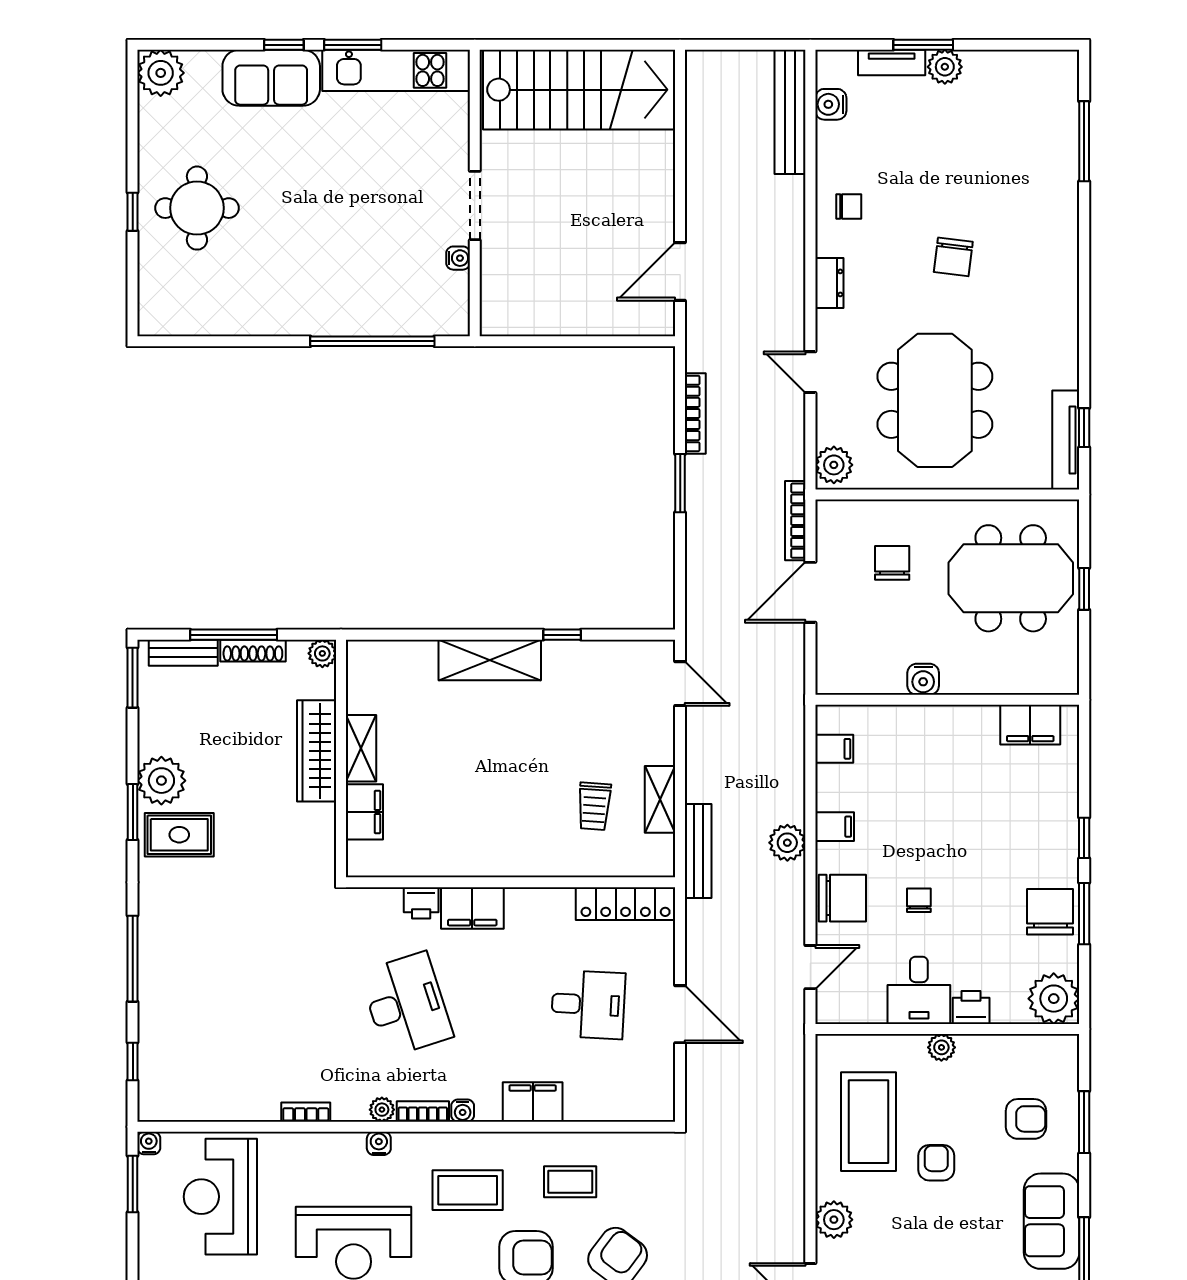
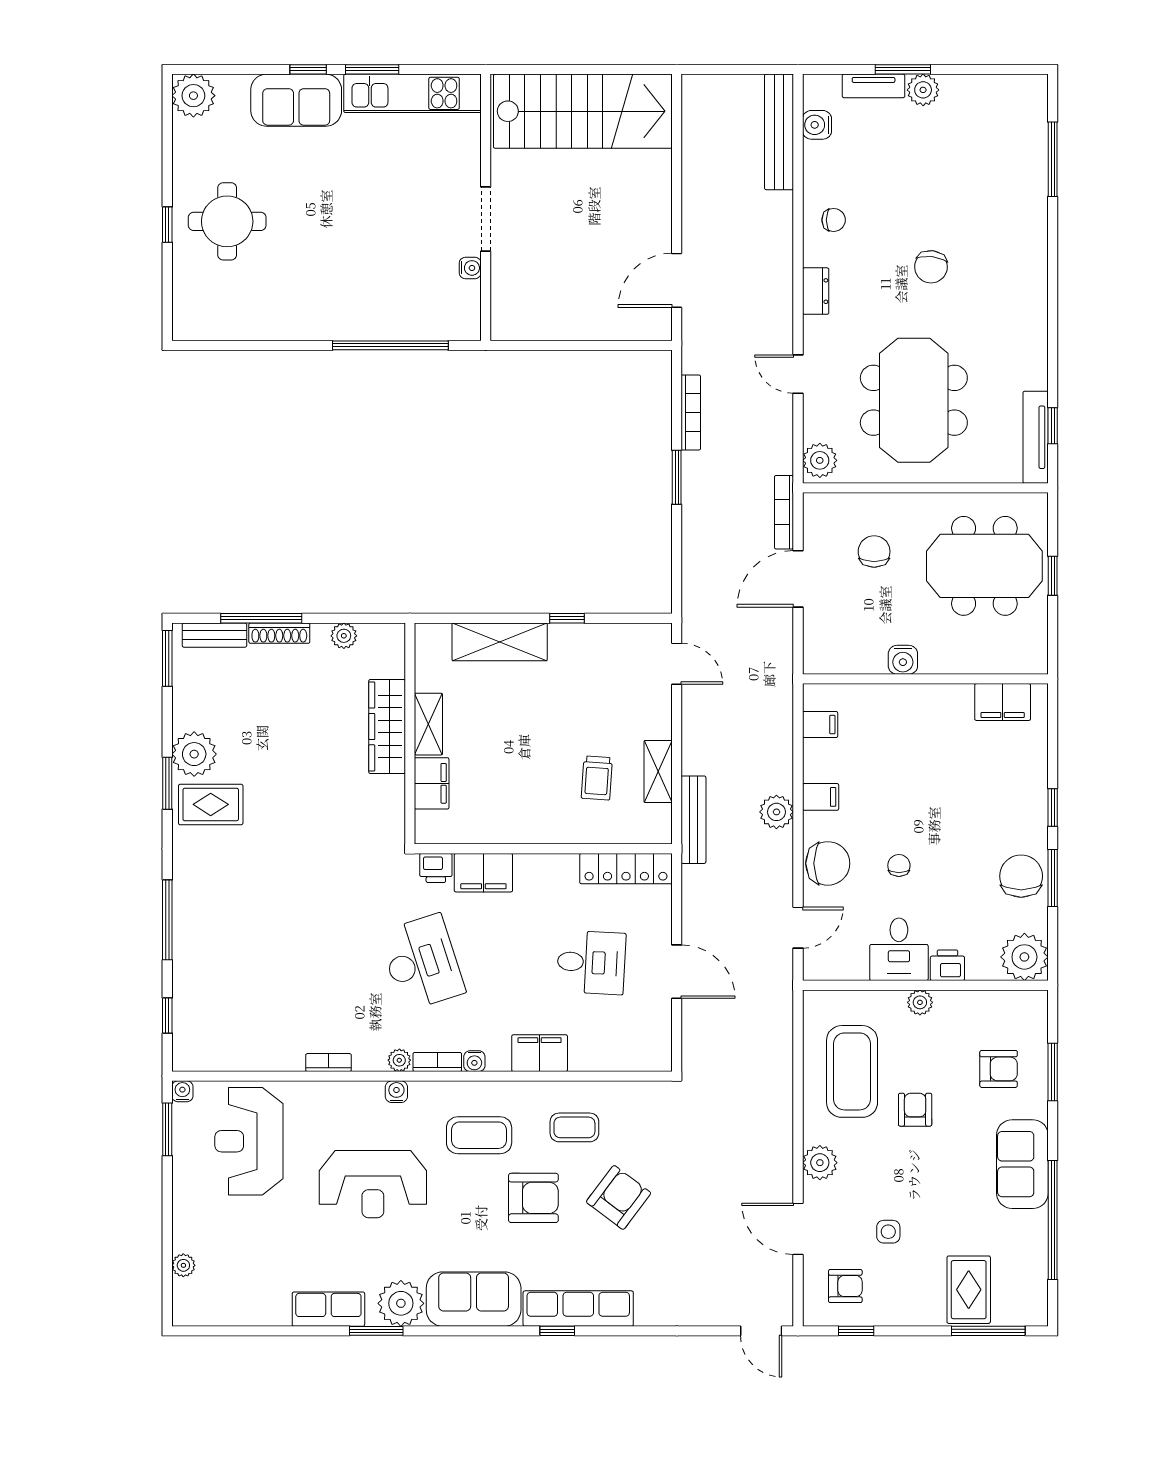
shelving: (361, 748) -> (428, 724), moved
wardrobe: (317, 751) -> (387, 726), moved
wall: (341, 758) -> (410, 734), moved
filing cabinet: (364, 812) -> (432, 783), moved

